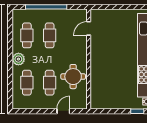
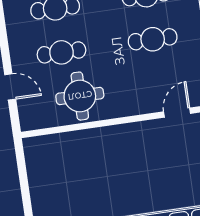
door: (89, 28) -> (177, 113), hinge flipped

